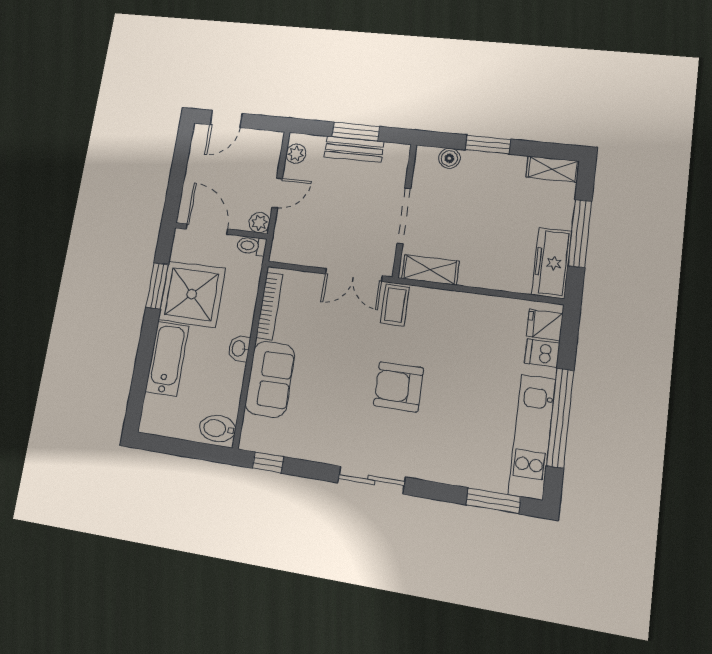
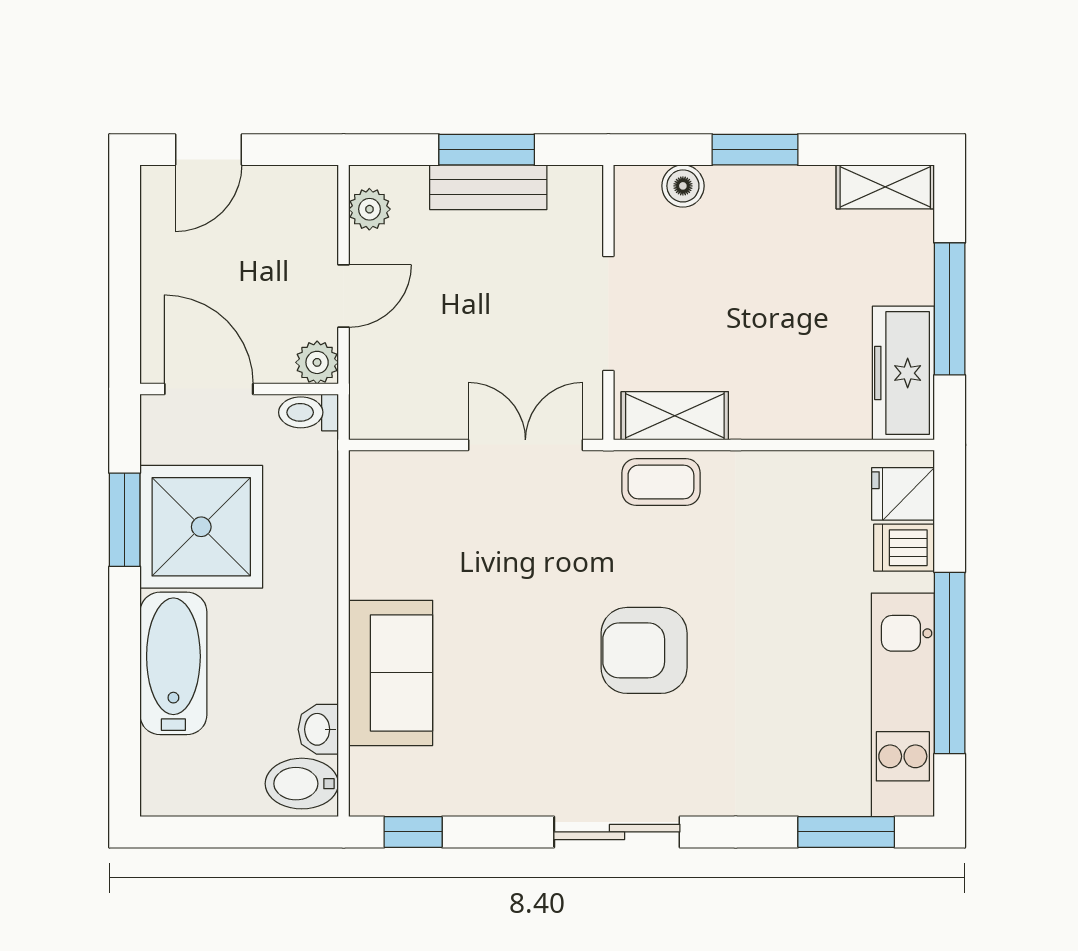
double door: (354, 275) -> (525, 445), swing flipped
coffee table: (395, 305) -> (661, 482), moved, turned 90
bookcase: (269, 306) -> (366, 529), removed
washbasin: (239, 348) -> (318, 729), moved

